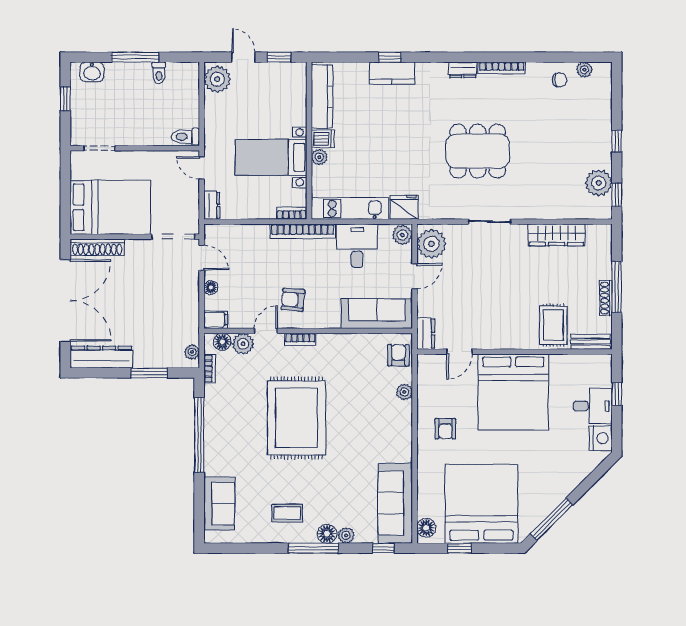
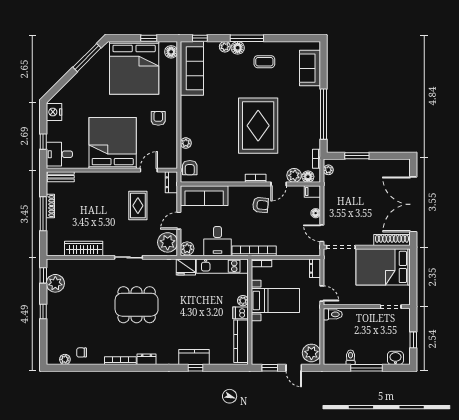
rug: (553, 325) -> (138, 206), moved
dresser: (101, 357) -> (389, 166), removed
desk: (593, 406) -> (59, 154), moved

